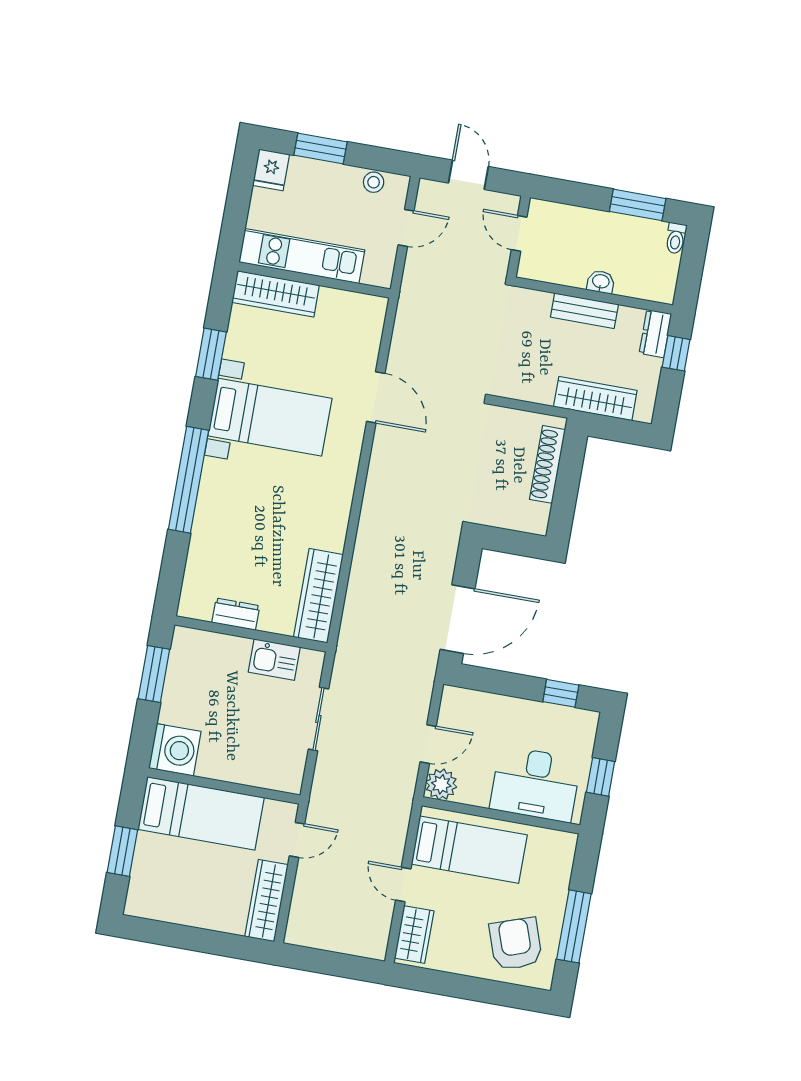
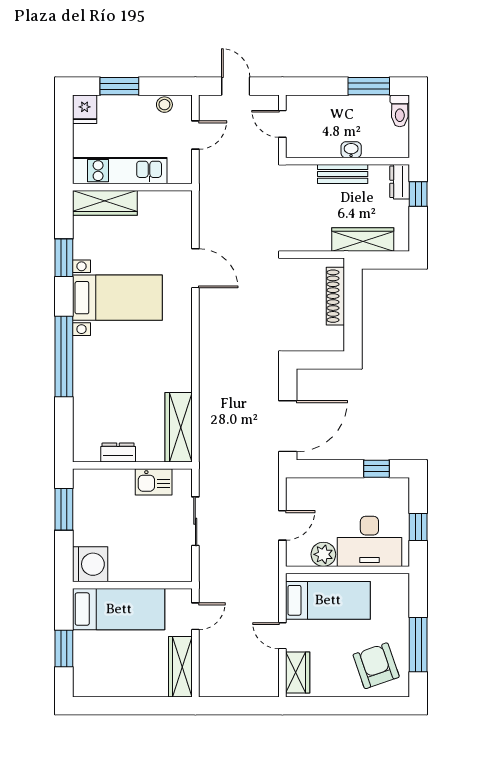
toilet: (676, 238) -> (400, 111), width x1.37, depth x1.39
plant: (441, 784) -> (323, 554), moved

